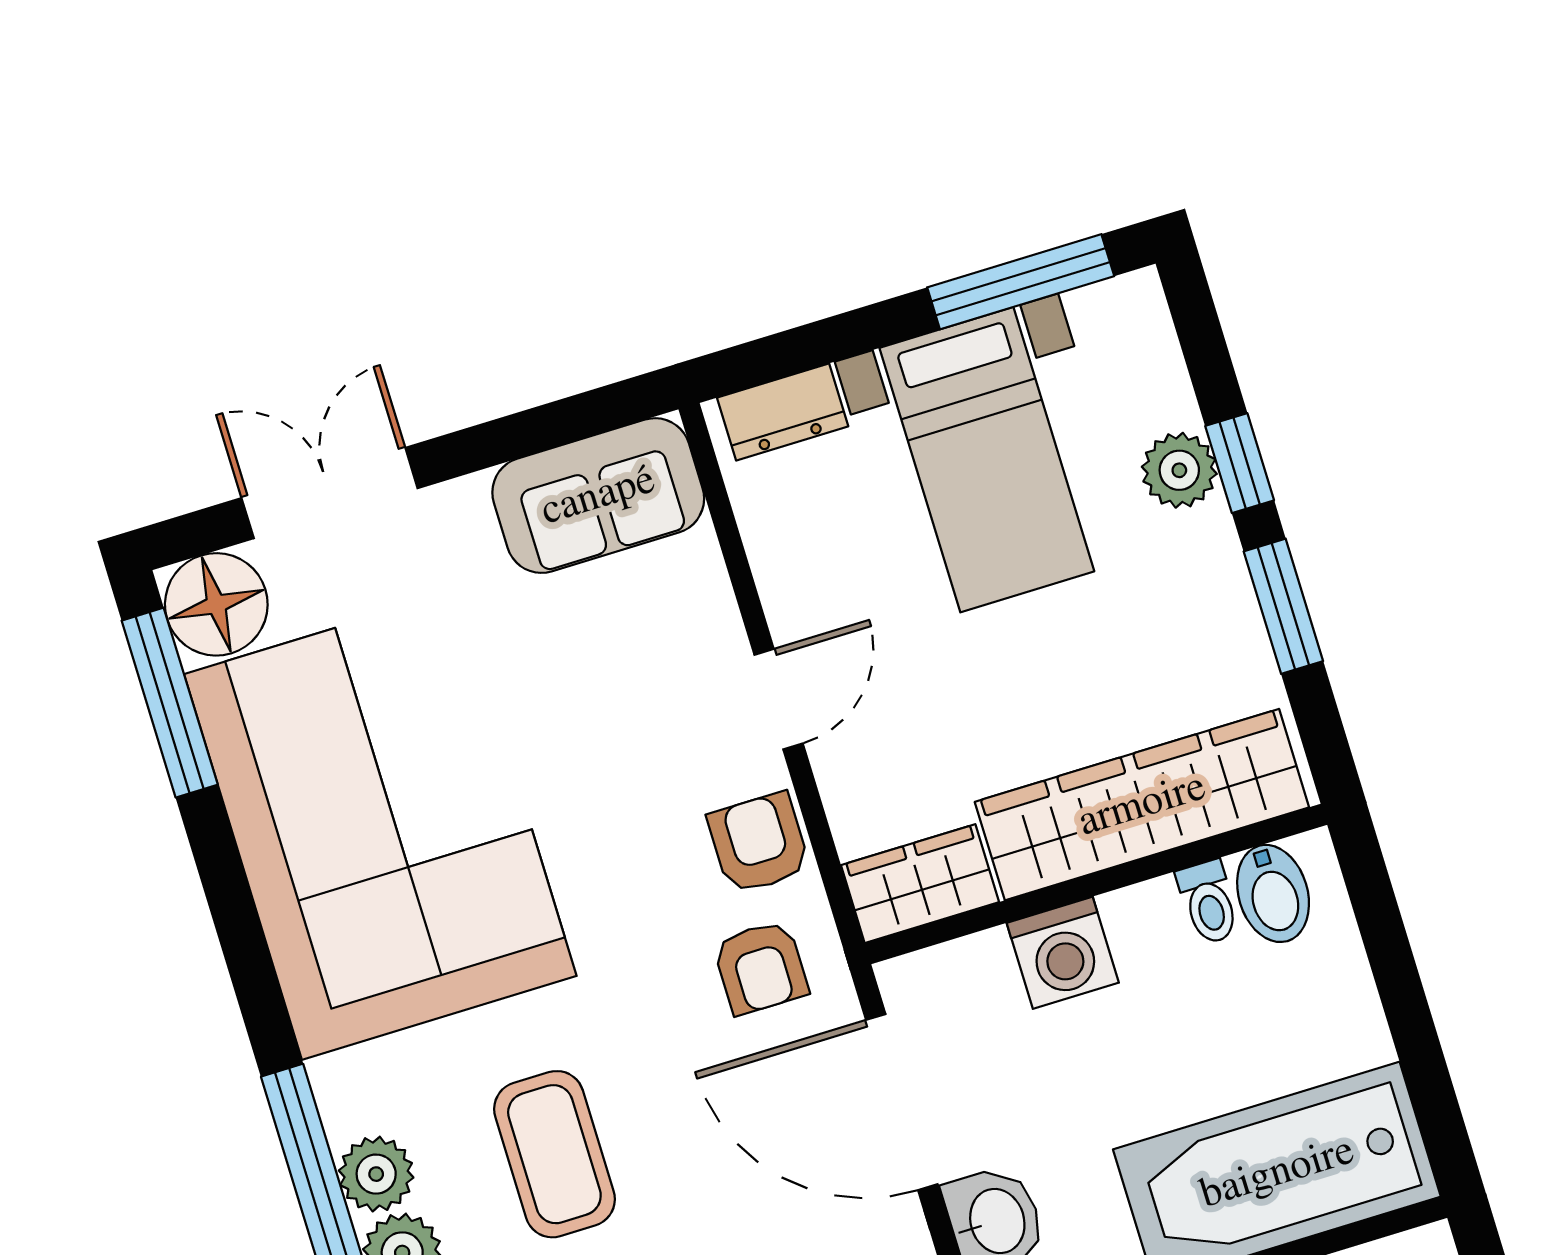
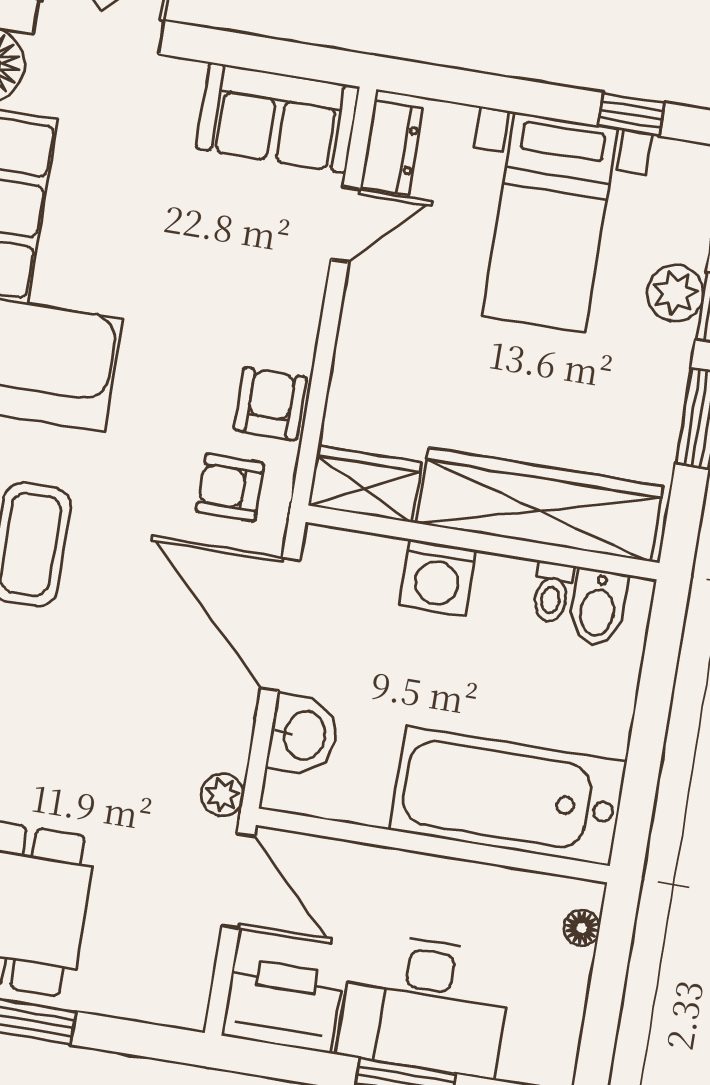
window: (1021, 282) -> (631, 114), width x0.46
dresser: (783, 412) -> (392, 148), moved, turned -90
door: (779, 699) -> (346, 224), moved
armchair: (761, 967) -> (230, 487), turned 90

